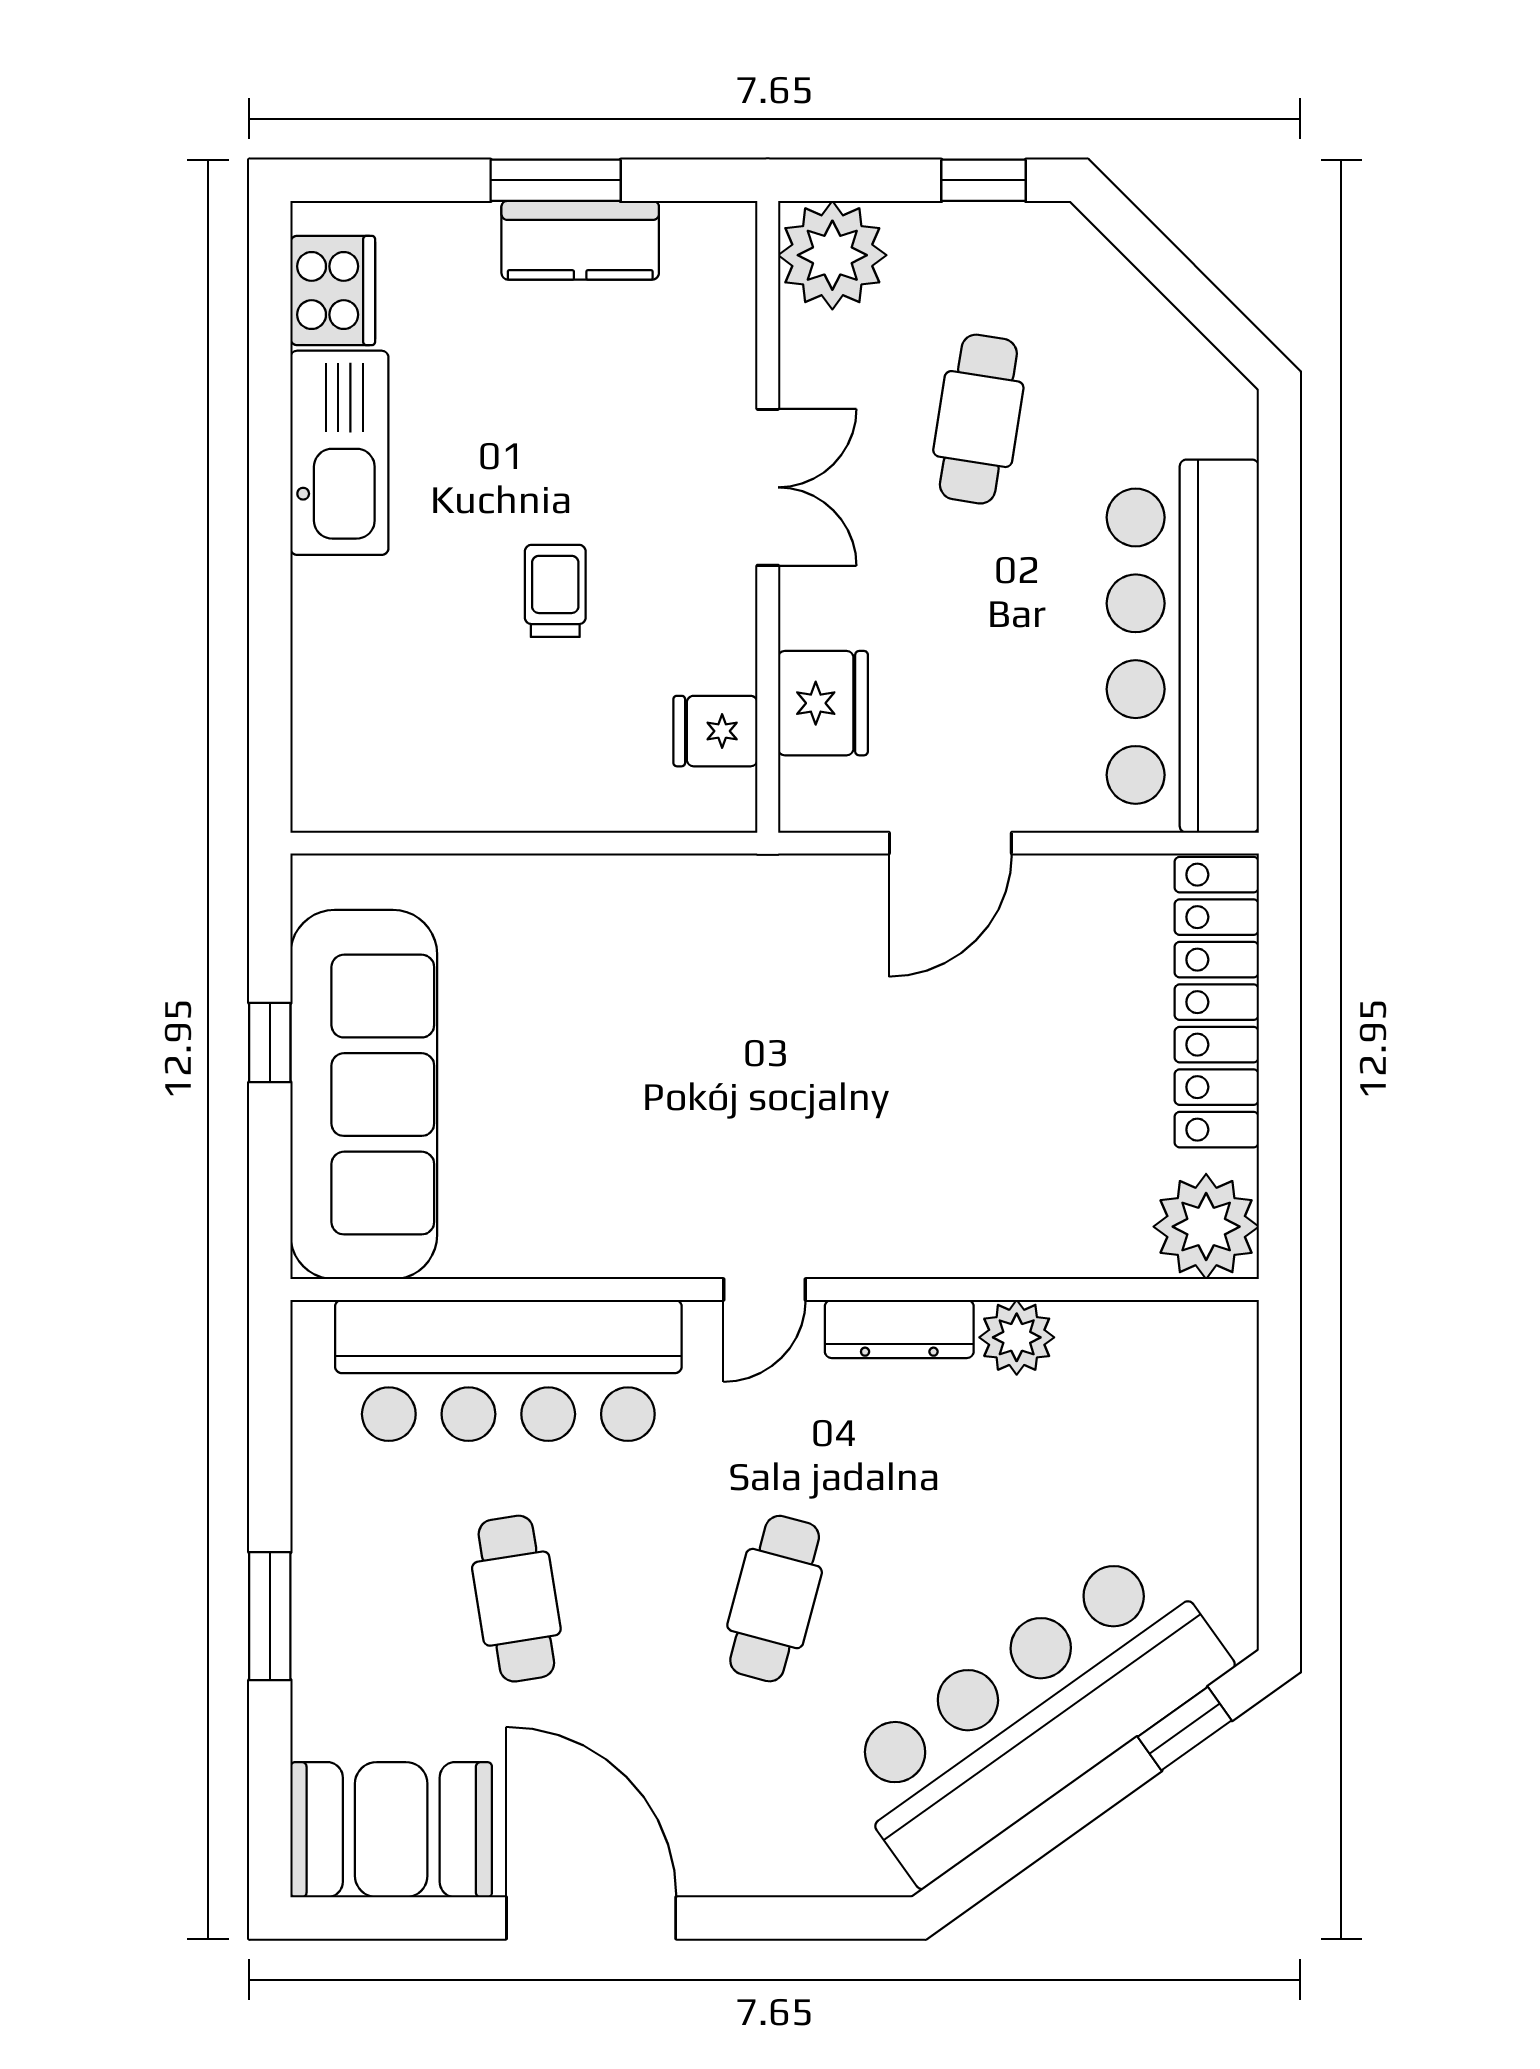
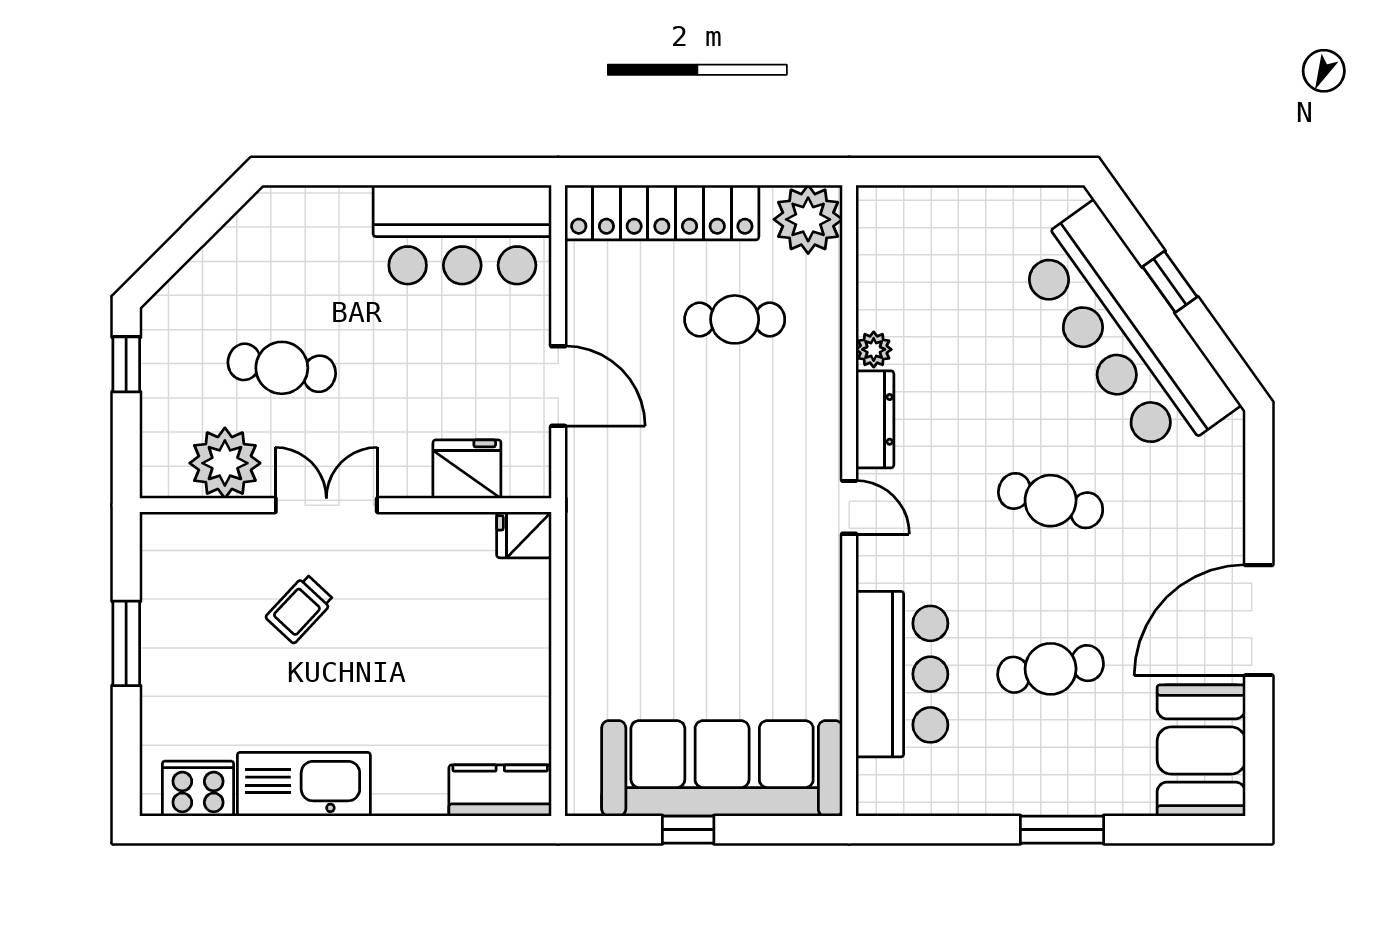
kitchen counter: (580, 240) -> (500, 791), moved, turned -90
plant: (832, 255) -> (225, 463), moved
trolley: (555, 591) -> (300, 609), moved, turned -47
bar counter: (1183, 646) -> (462, 235), width x0.73
fridge: (715, 731) -> (524, 535), moved, turned 90
cafe table: (1053, 1114) -> (735, 319), added
plant: (1017, 1337) -> (874, 349), width x0.73, depth x0.73
bar counter: (508, 1370) -> (902, 674), width x0.73
window: (1185, 1729) -> (1170, 282), moved

